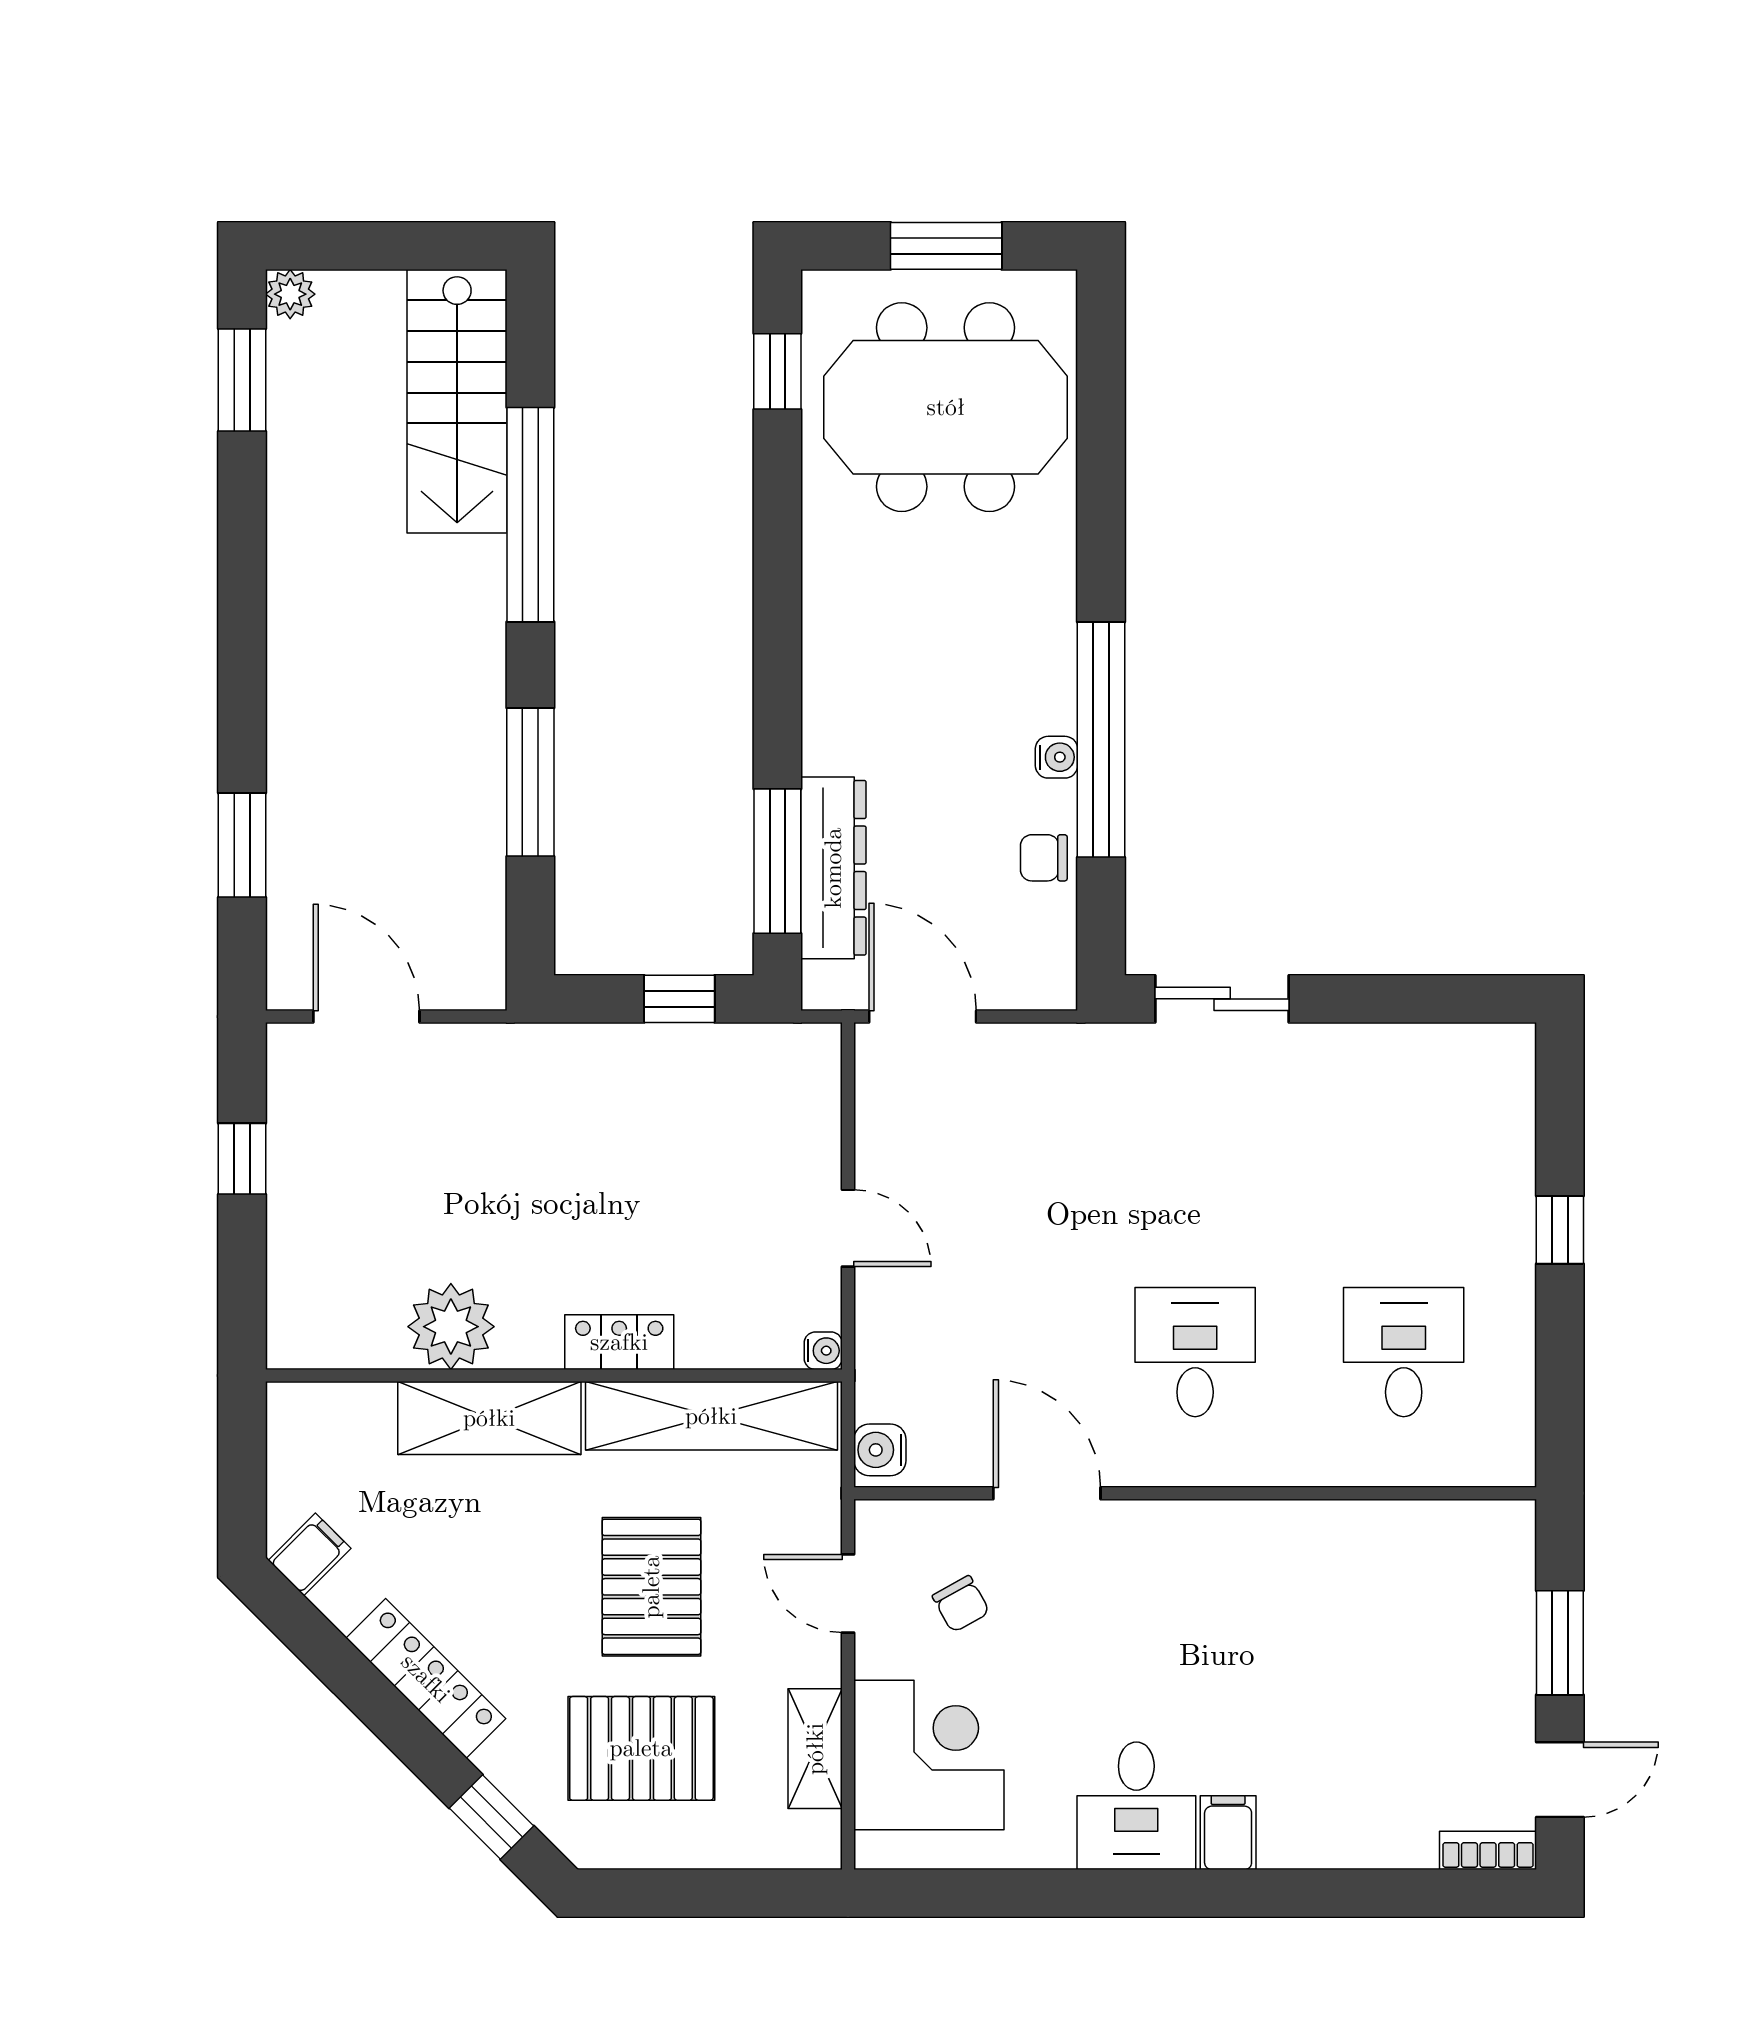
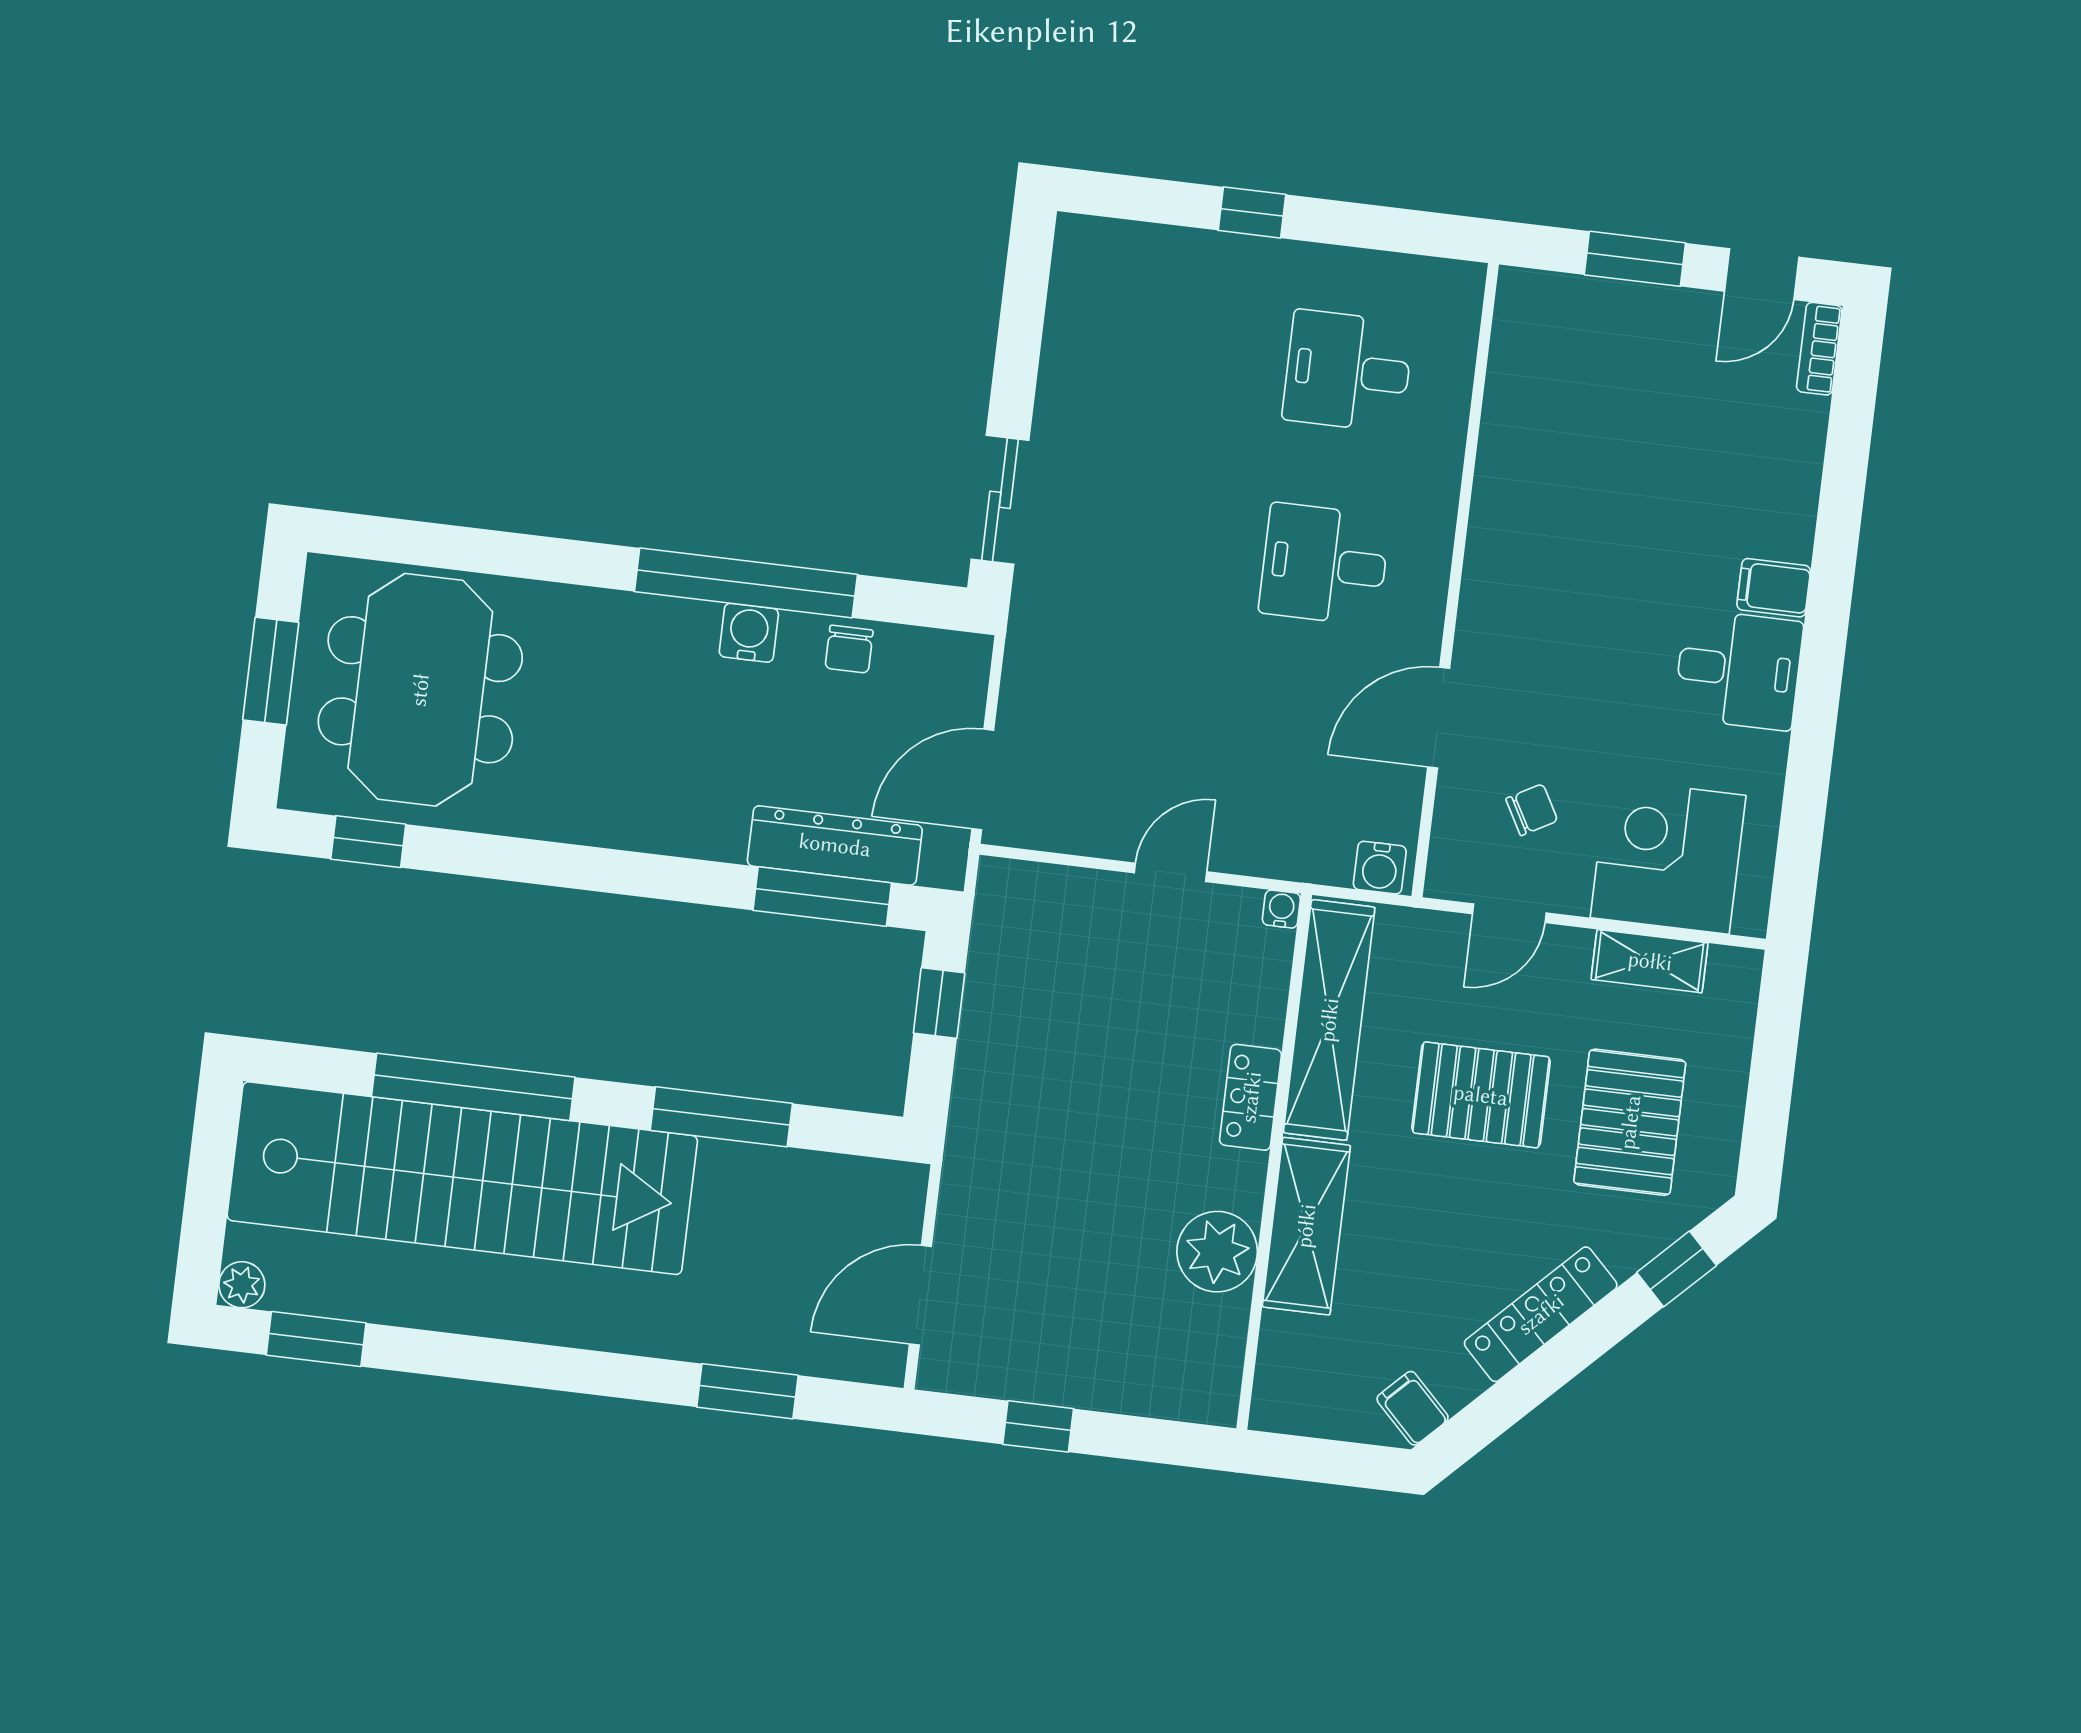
stairs: (457, 401) -> (462, 1178), width x1.86, depth x1.51
water cooler: (1056, 757) -> (749, 633), width x1.38, depth x1.38
door: (1560, 1780) -> (1762, 274), swing flipped

